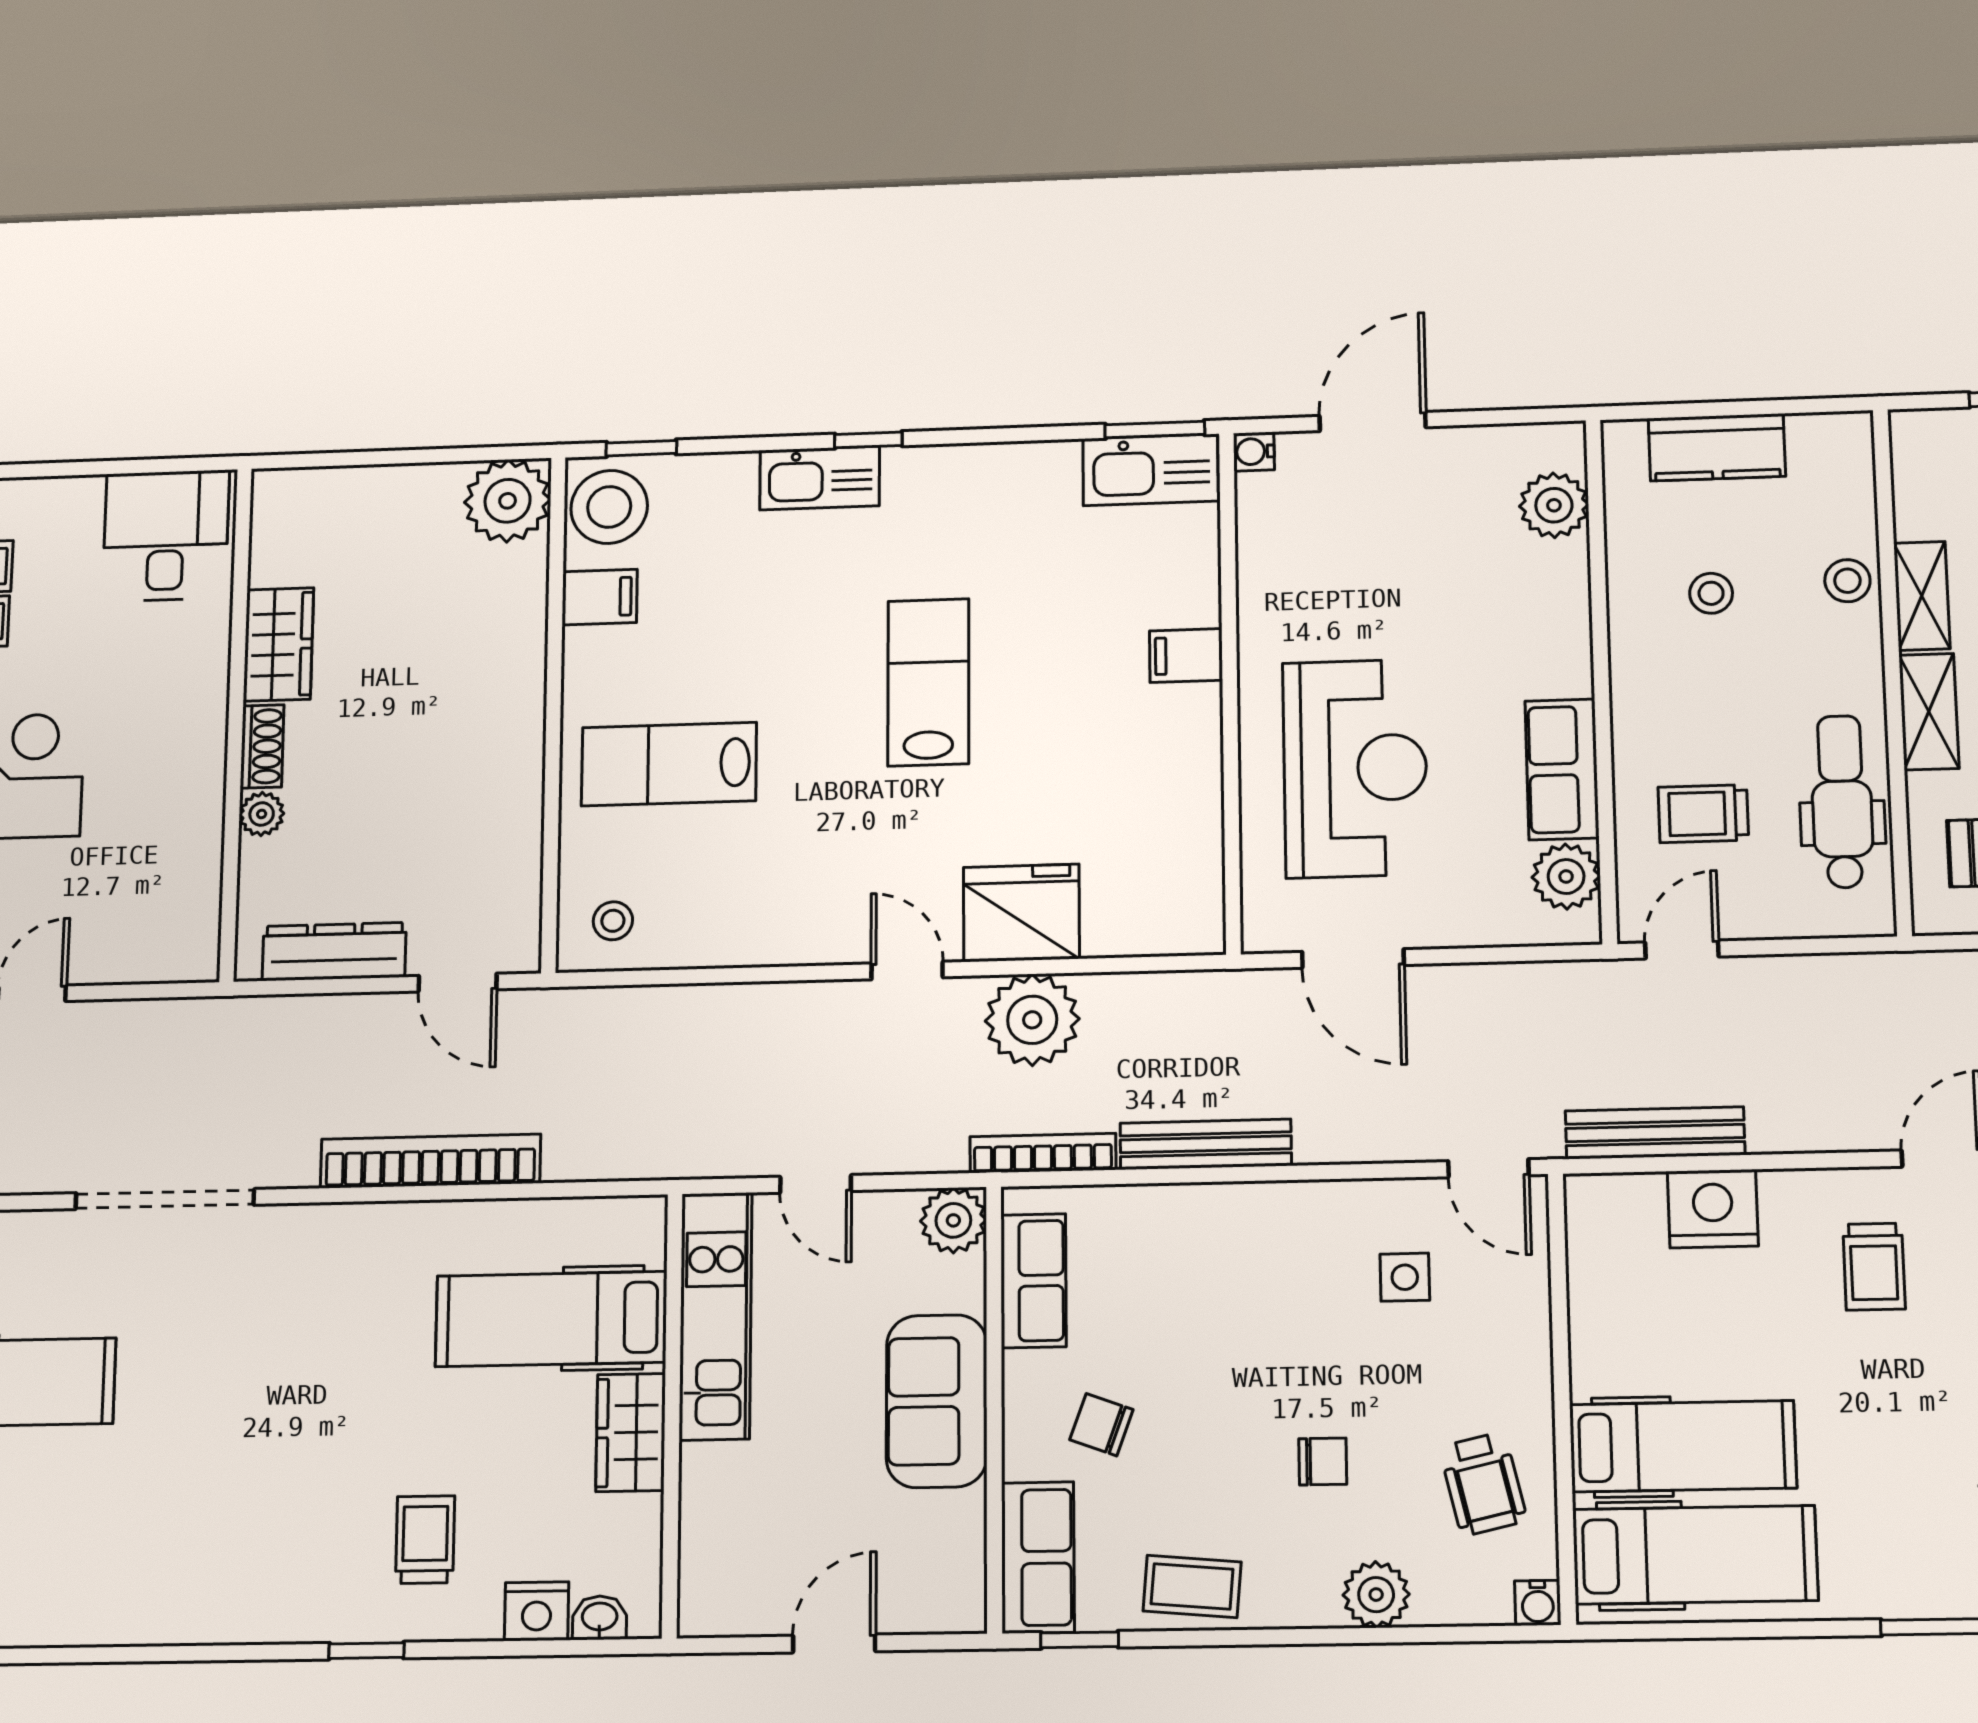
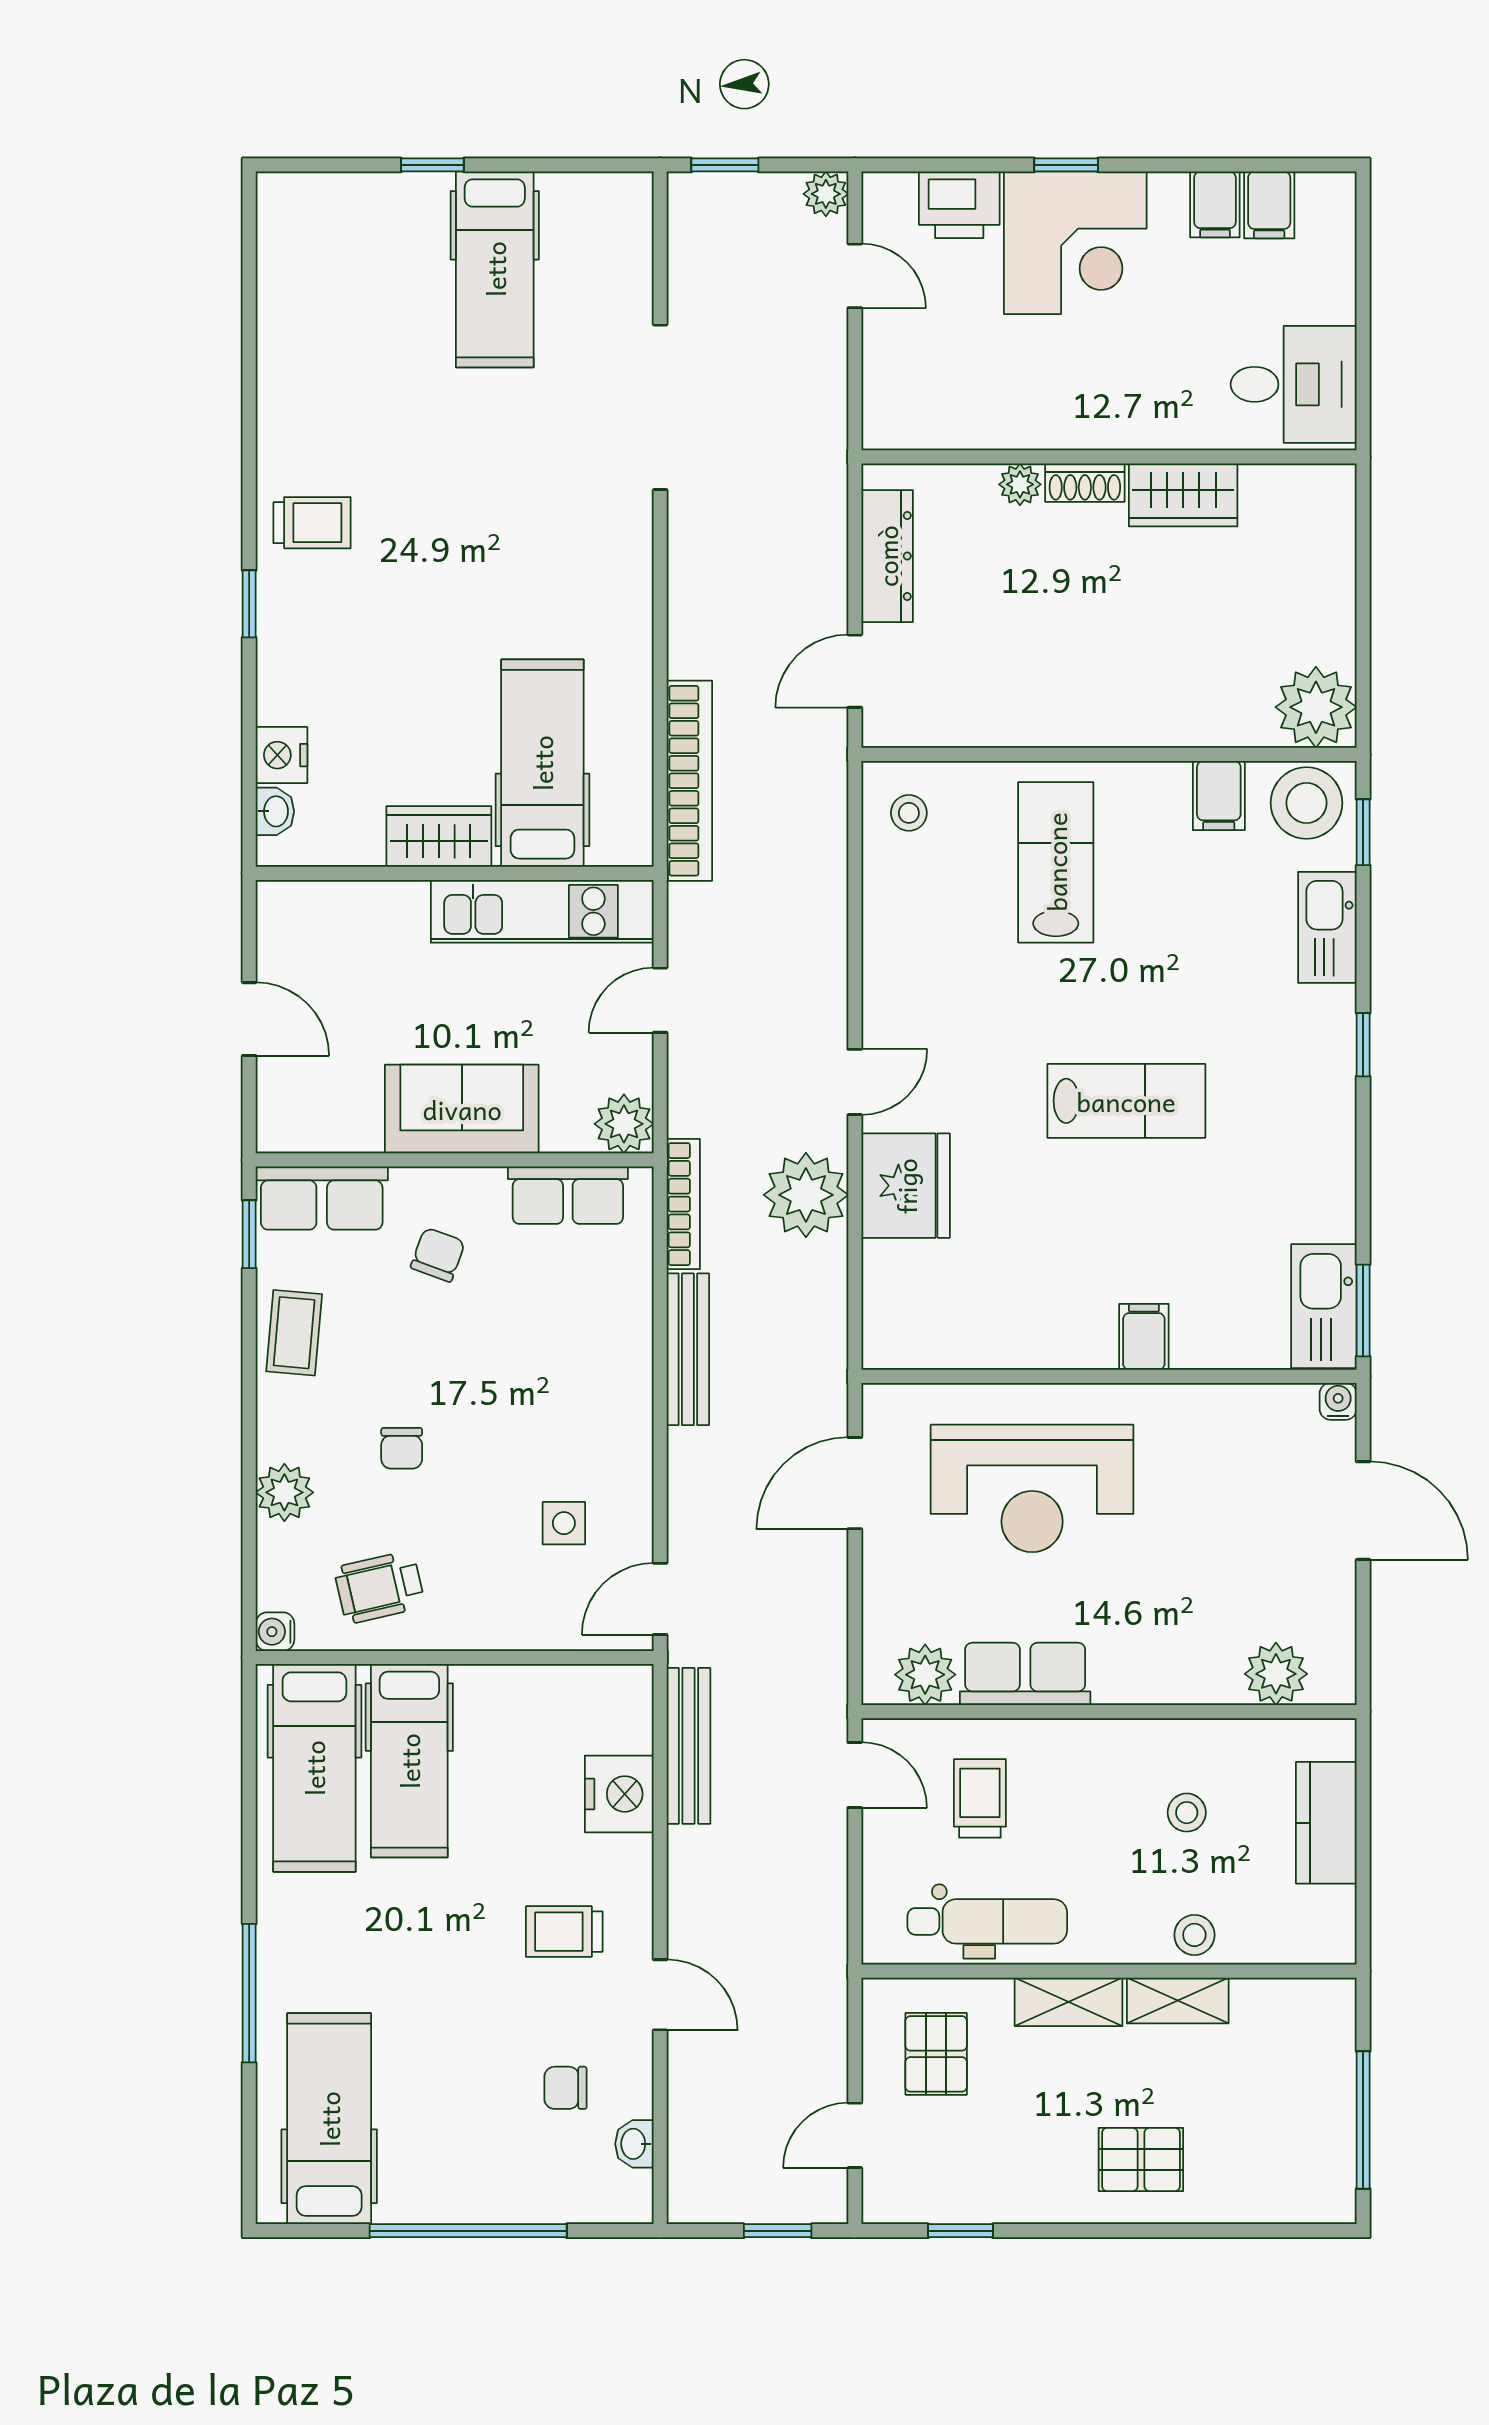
kitchen sink: (820, 478) -> (1327, 927), moved
bookcase: (430, 1161) -> (689, 781), moved
trolley: (425, 1539) -> (312, 523), moved

